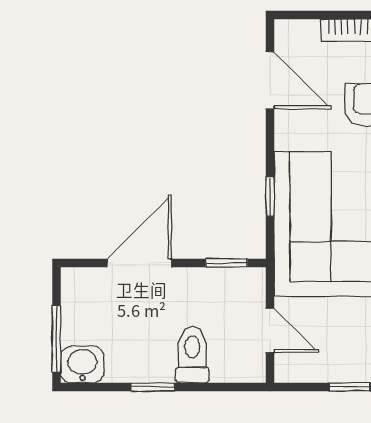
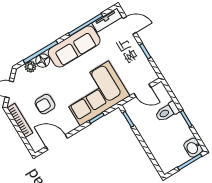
door: (270, 80) -> (57, 142), hinge flipped
door: (139, 263) -> (146, 149), removed
door: (270, 330) -> (142, 90), swing flipped

